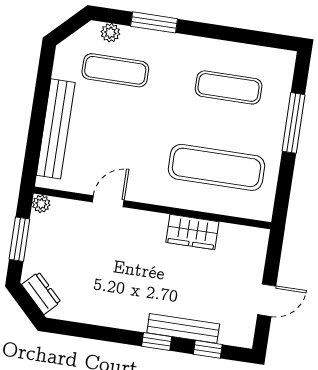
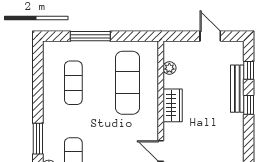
wardrobe: (192, 232) -> (173, 105), moved
plant: (229, 233) -> (169, 68), added

